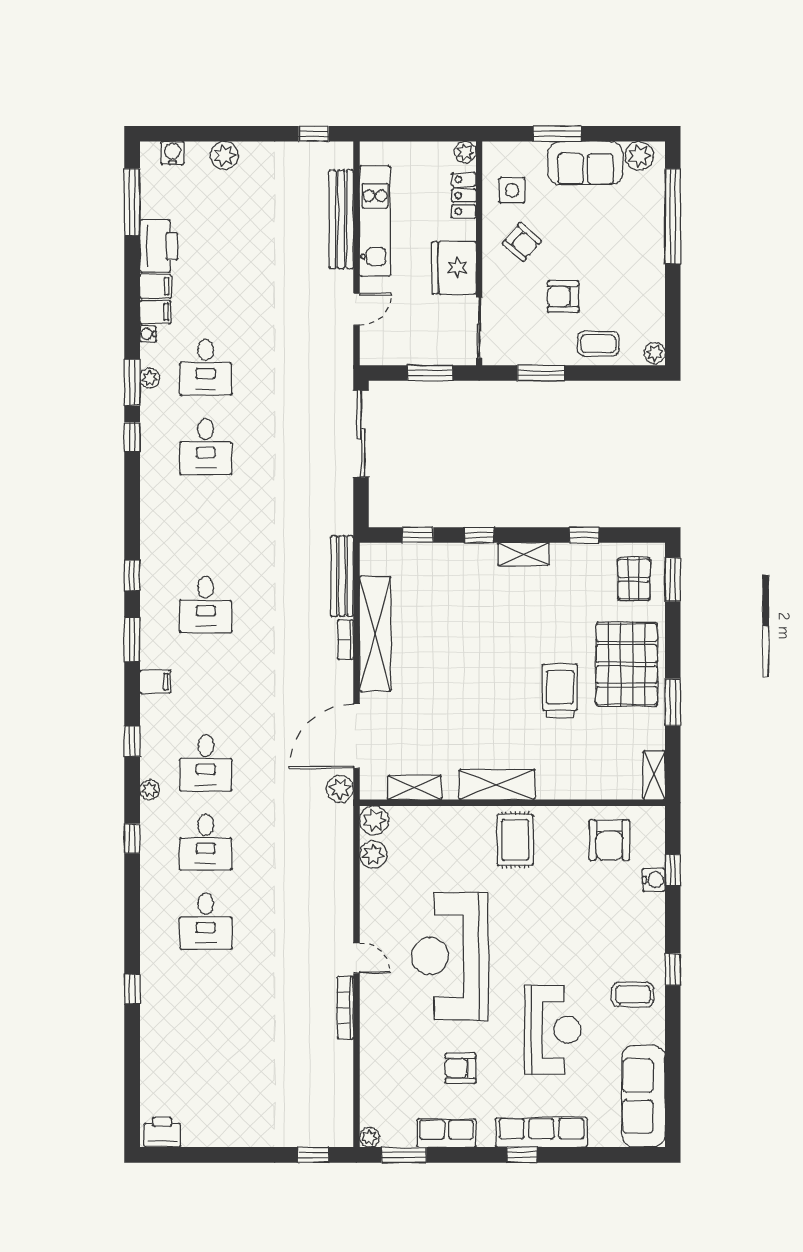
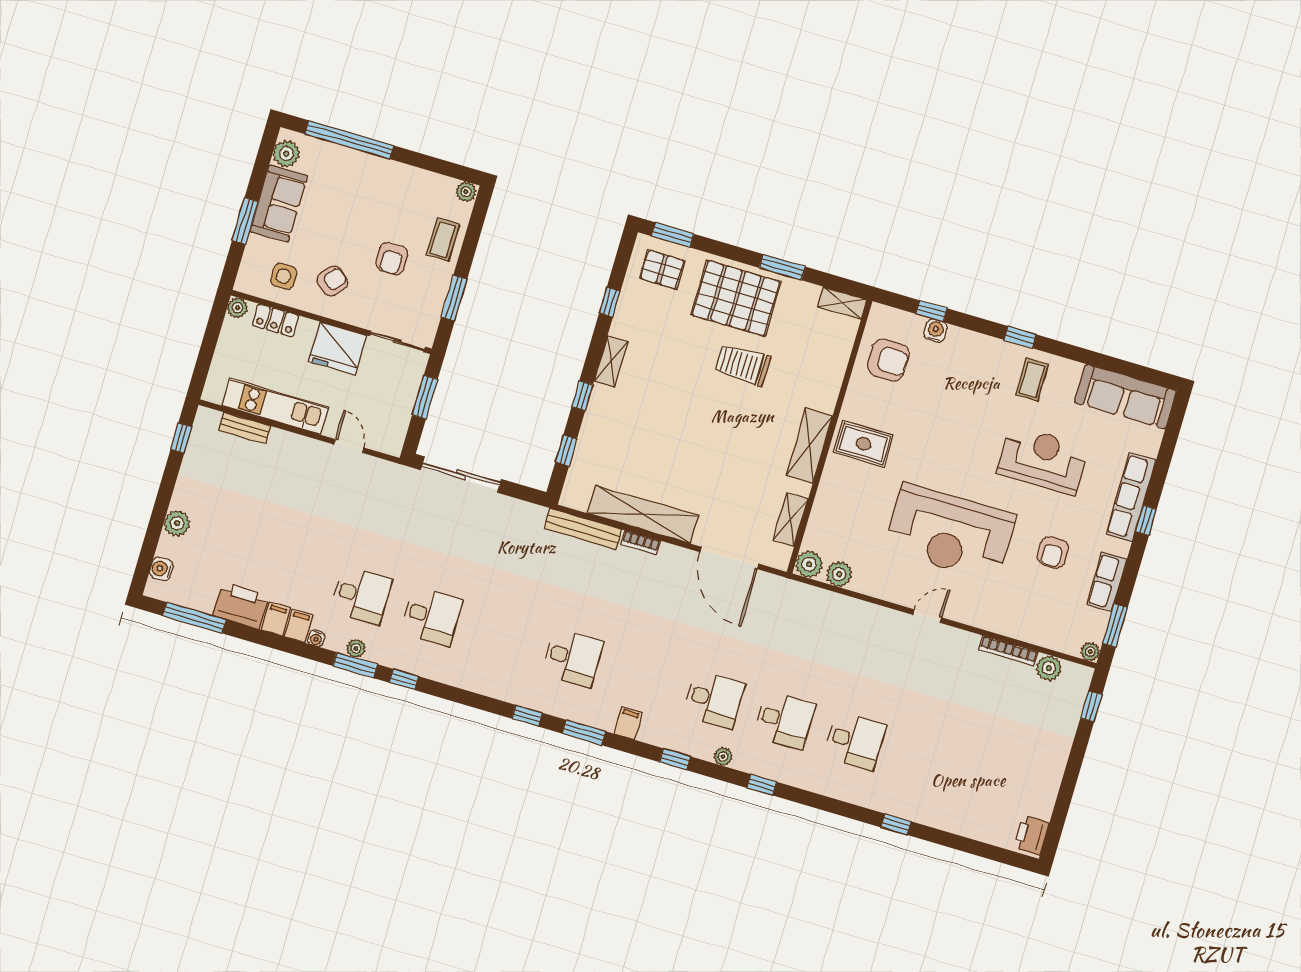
bench: (341, 219) -> (245, 428), width x0.54, depth x0.82
plant: (340, 789) -> (1049, 668), moved
bookcase: (345, 1008) -> (1008, 651), moved

